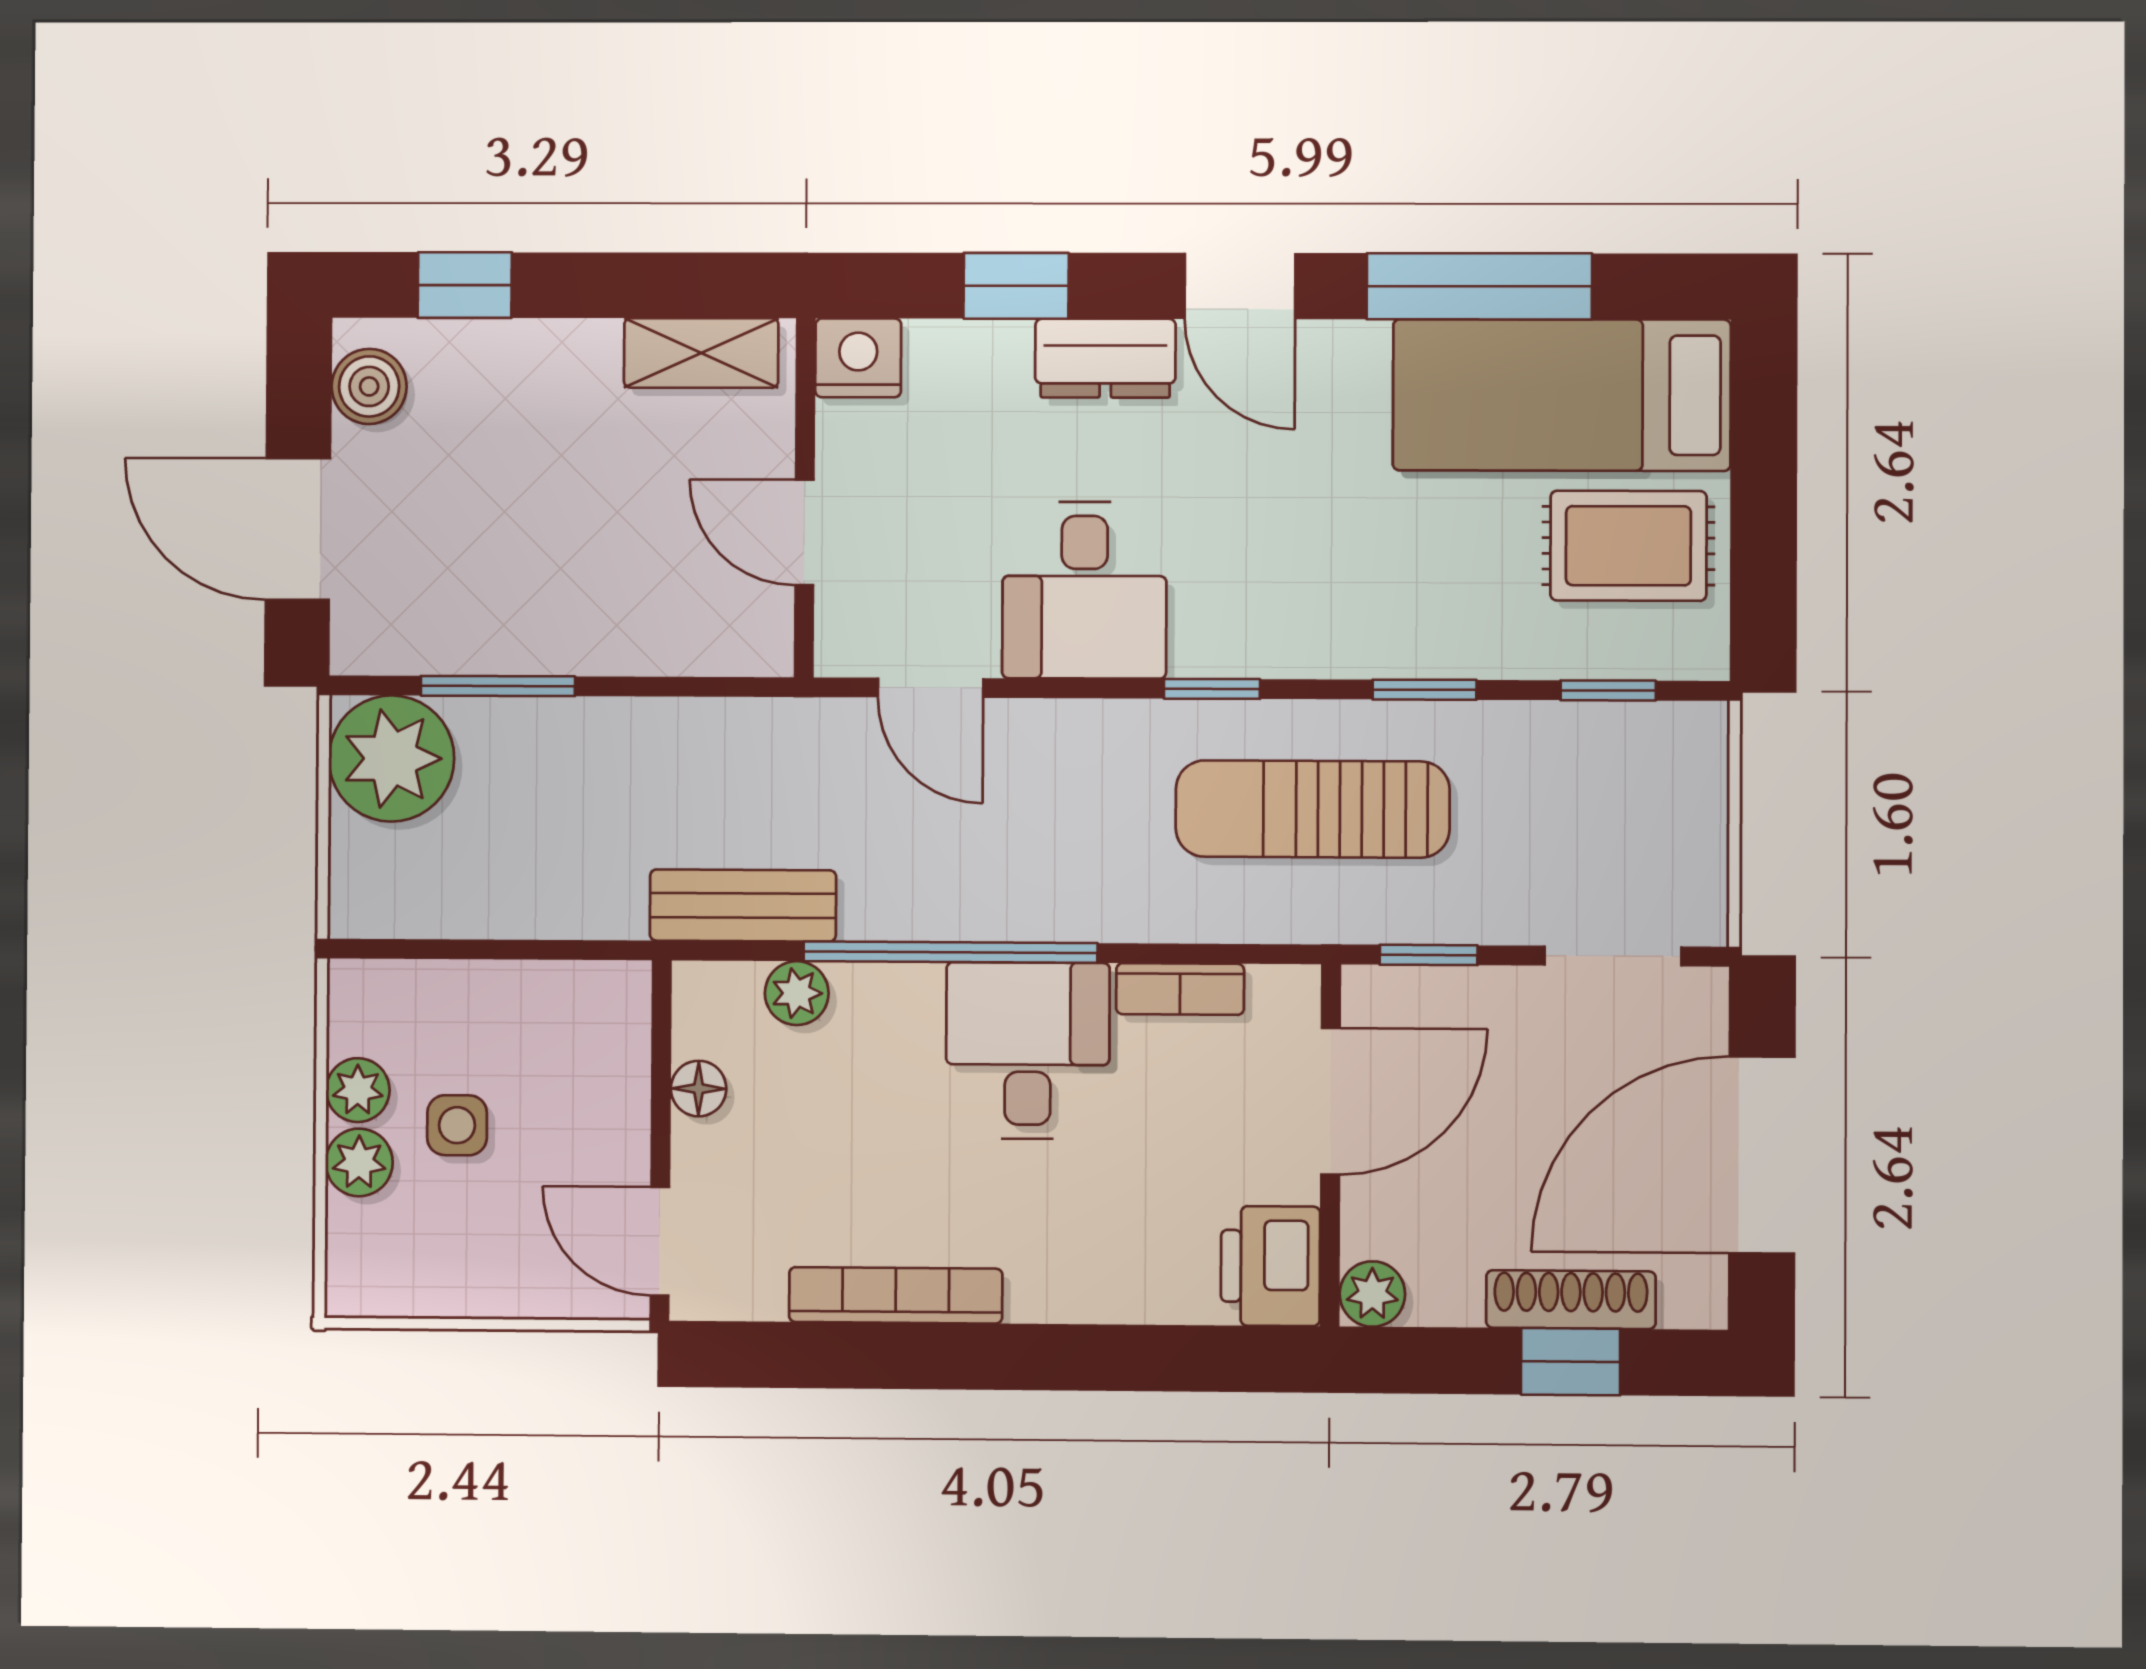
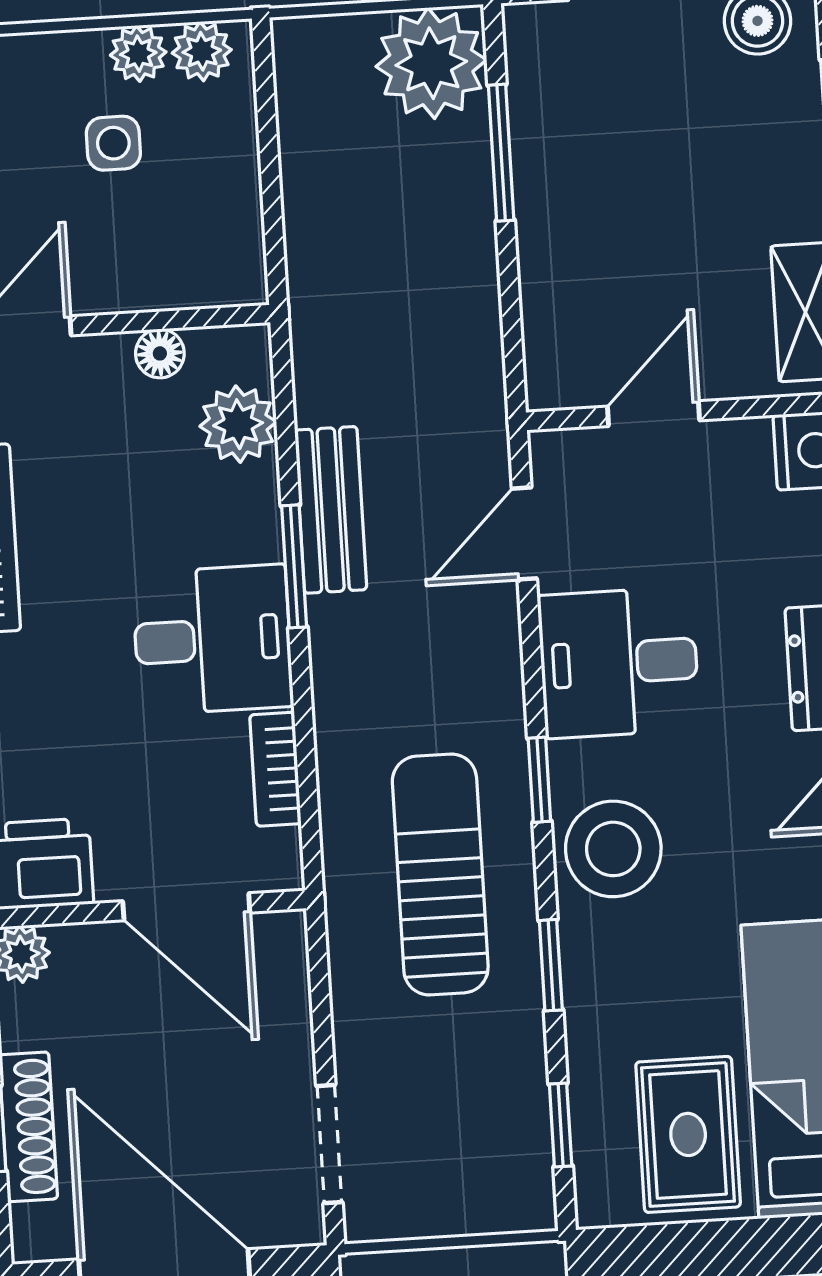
stool: (1296, 610) -> (613, 849), added
bench: (743, 905) -> (331, 510), moved
window: (950, 952) -> (294, 566), width x0.47
window: (1429, 955) -> (320, 984), removed
plant: (797, 993) -> (238, 424), width x1.38, depth x1.38
plant: (359, 1162) -> (202, 51), moved

